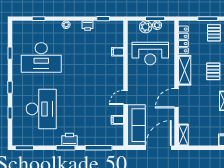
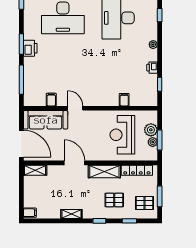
pallet: (213, 71) -> (114, 200), moved

